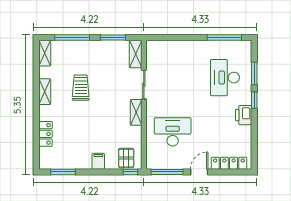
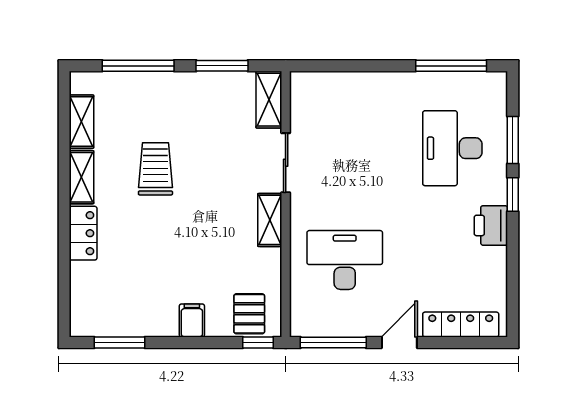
shelving: (45, 53) -> (82, 122), moved
locker: (45, 134) -> (83, 233), moved

